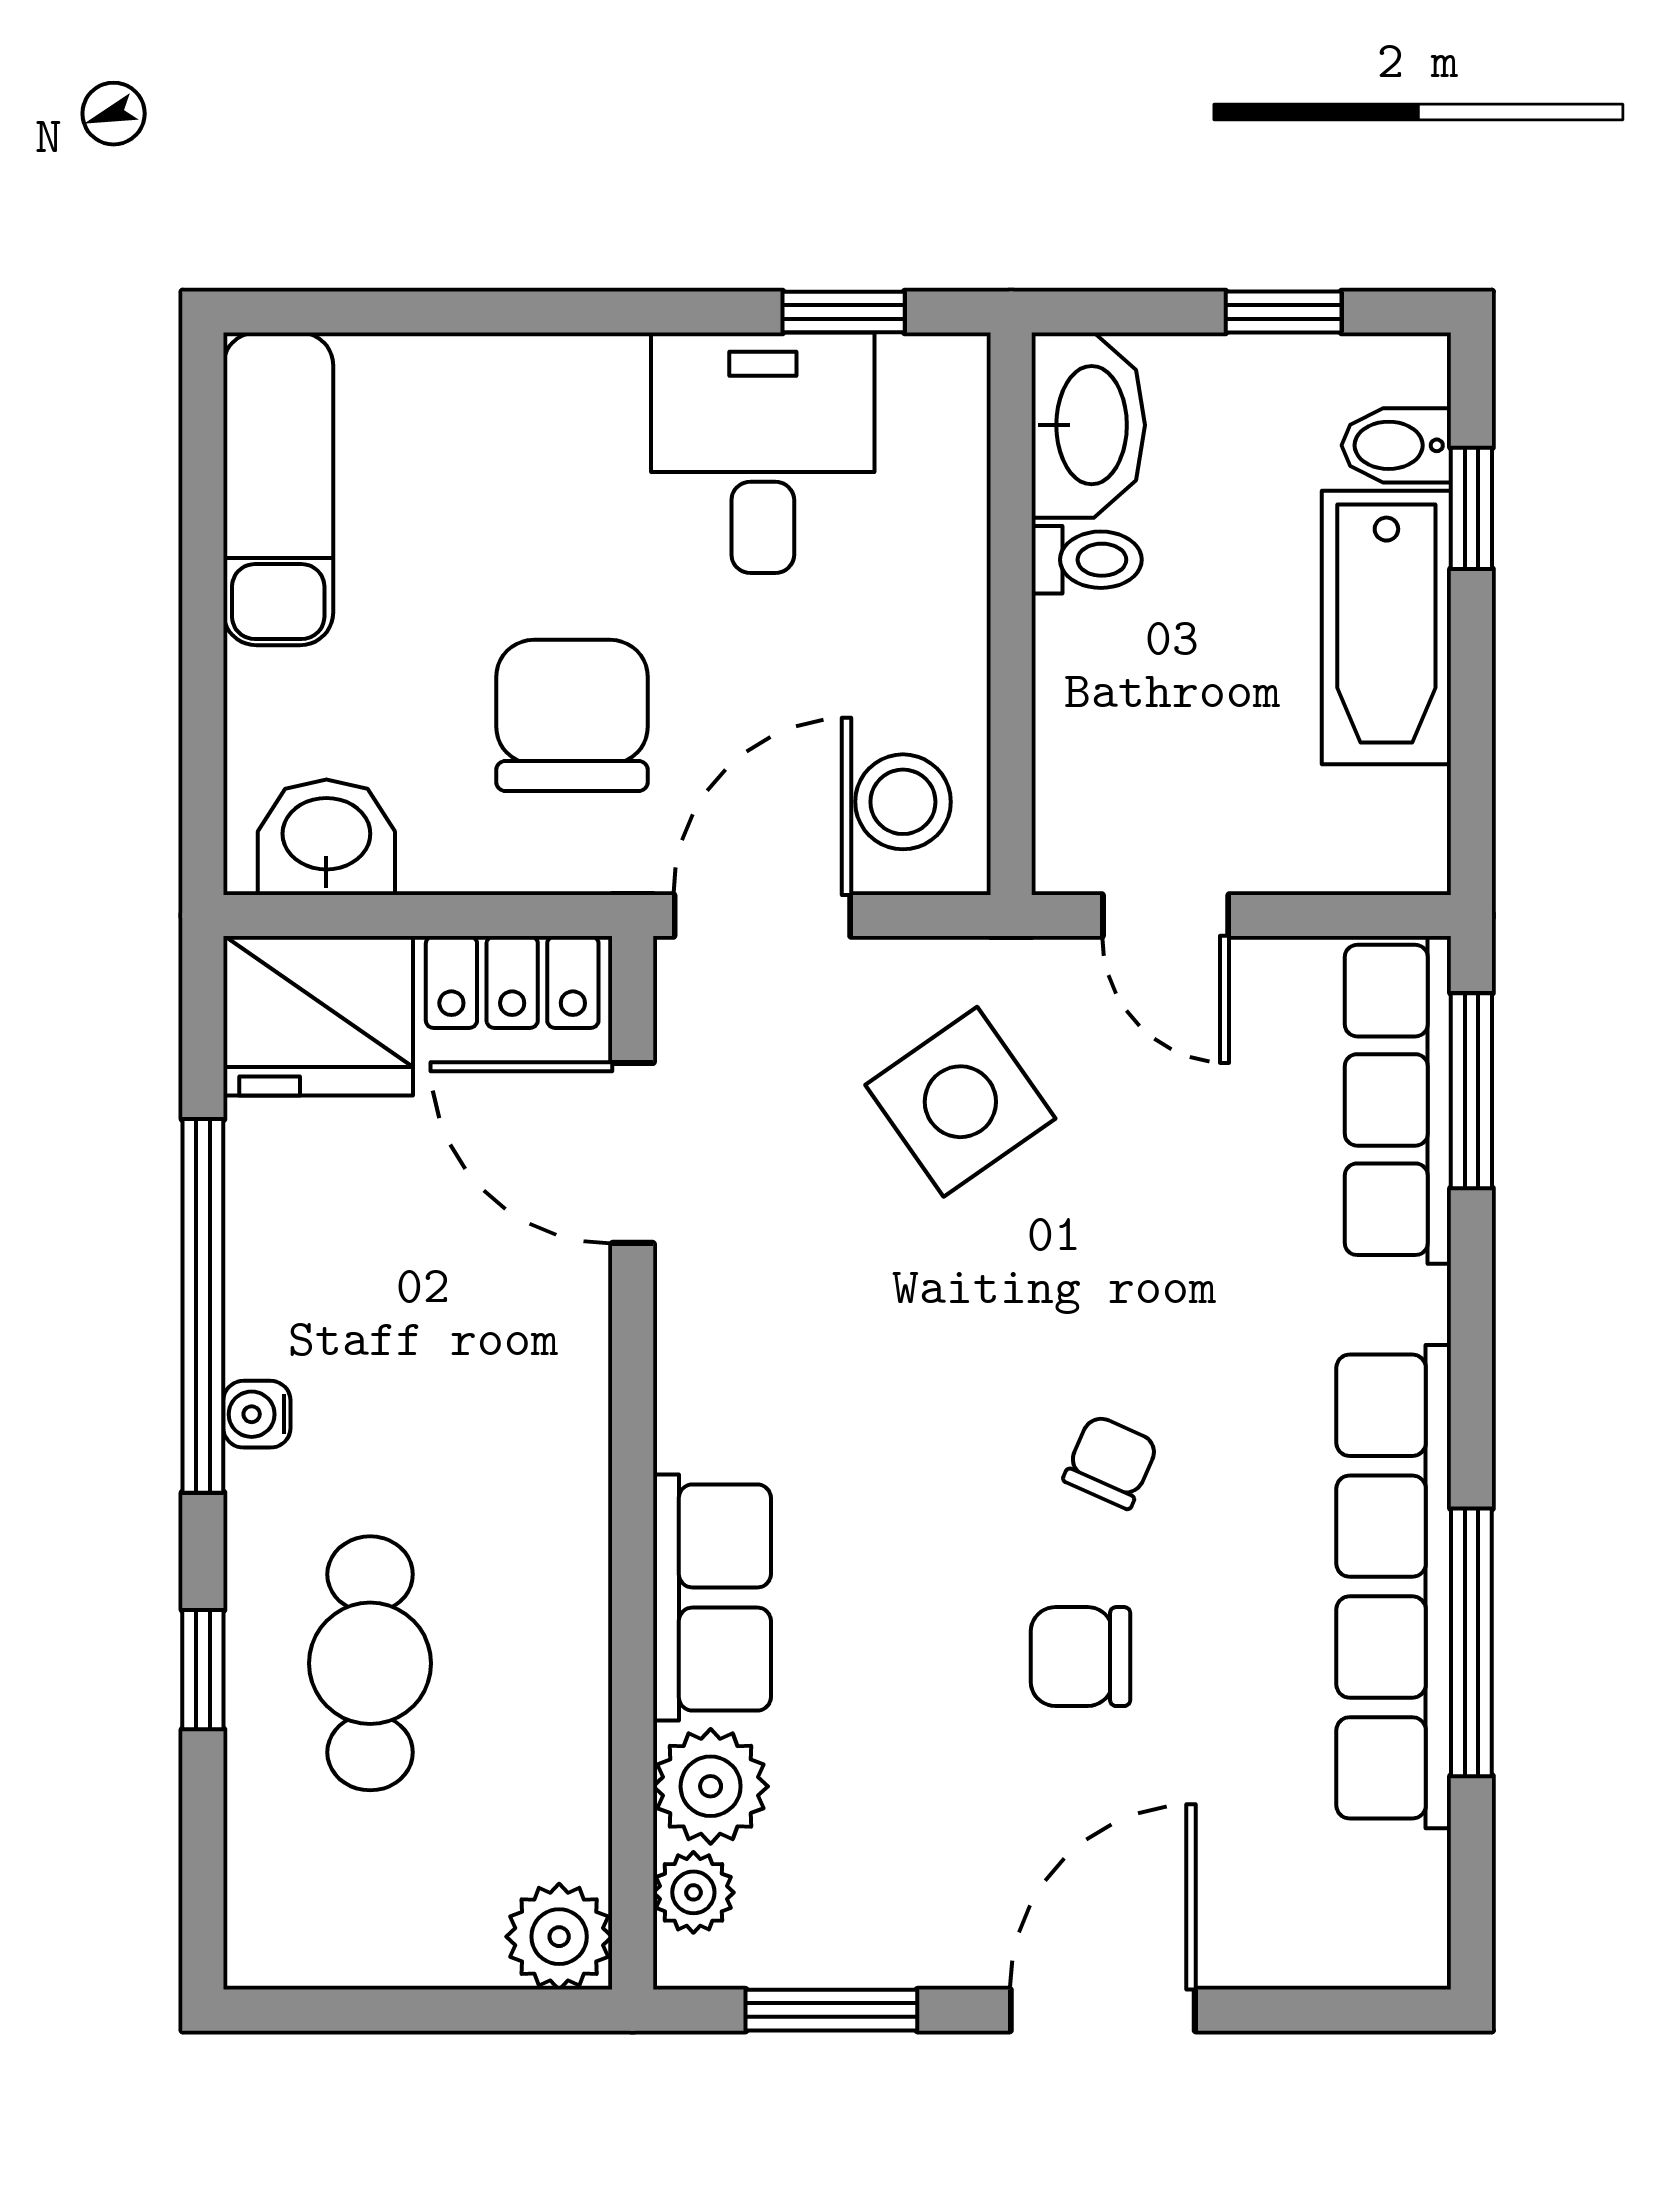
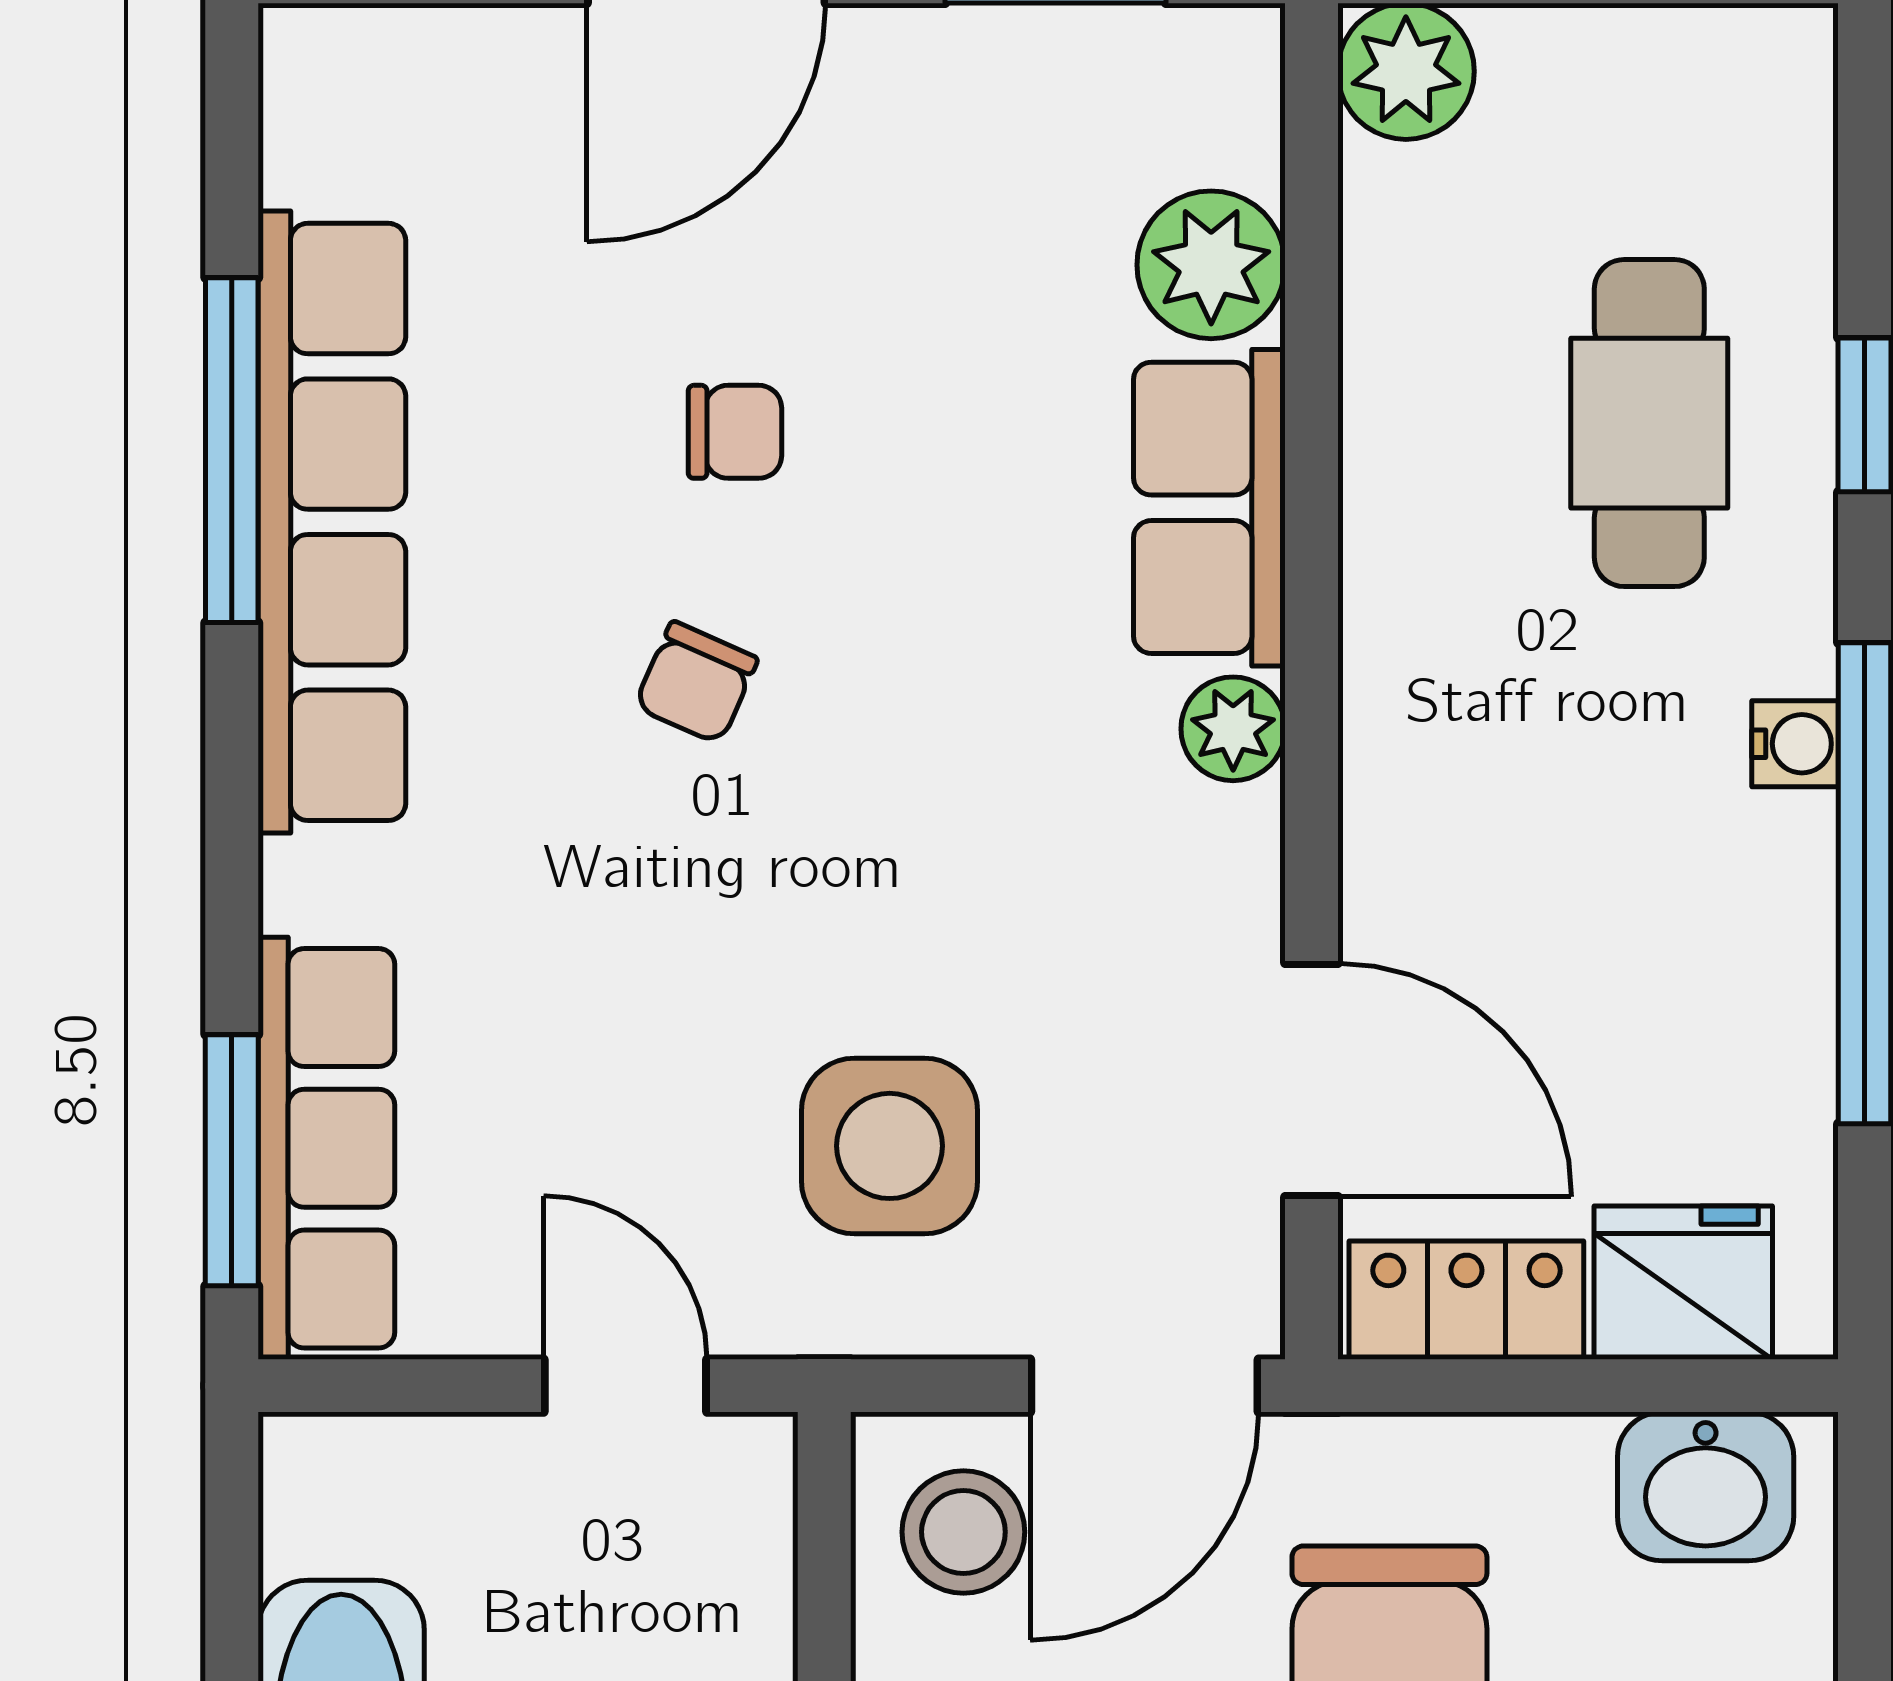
fridge: (319, 1016) -> (1683, 1283), width x0.73, depth x0.75
side table: (960, 1102) -> (890, 1146), turned 35
chair: (1080, 1657) -> (735, 432), width x0.73, depth x0.73
plant: (693, 1892) -> (1233, 729), moved

